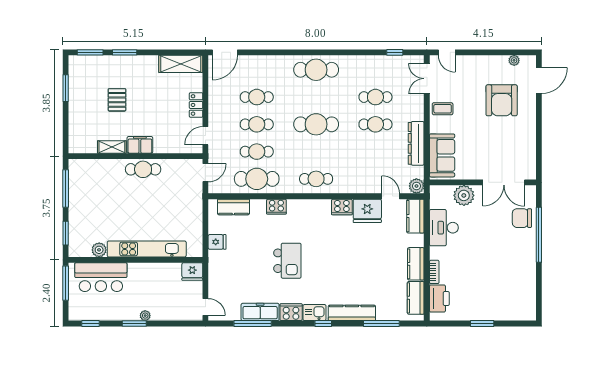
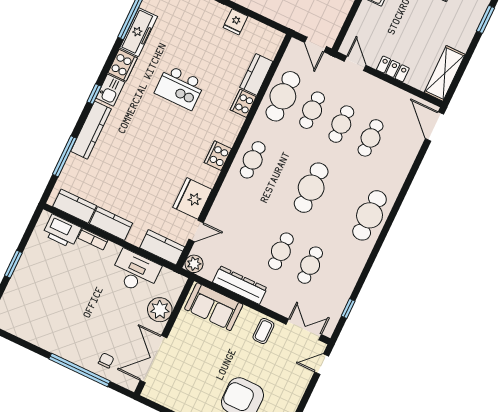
kitchen counter: (233, 207) -> (256, 74), moved
cooker: (342, 207) -> (218, 156), moved
chair: (522, 218) -> (106, 360), width x0.54, depth x0.54

